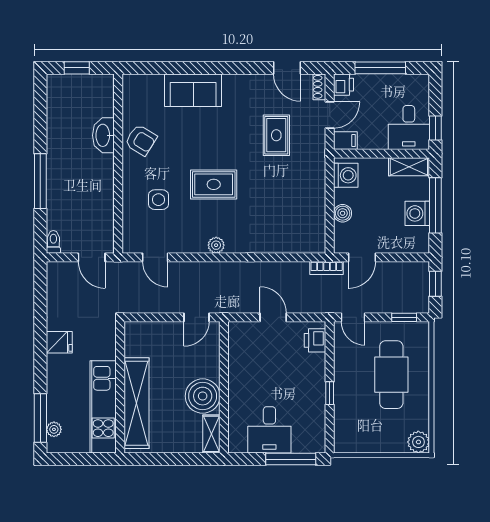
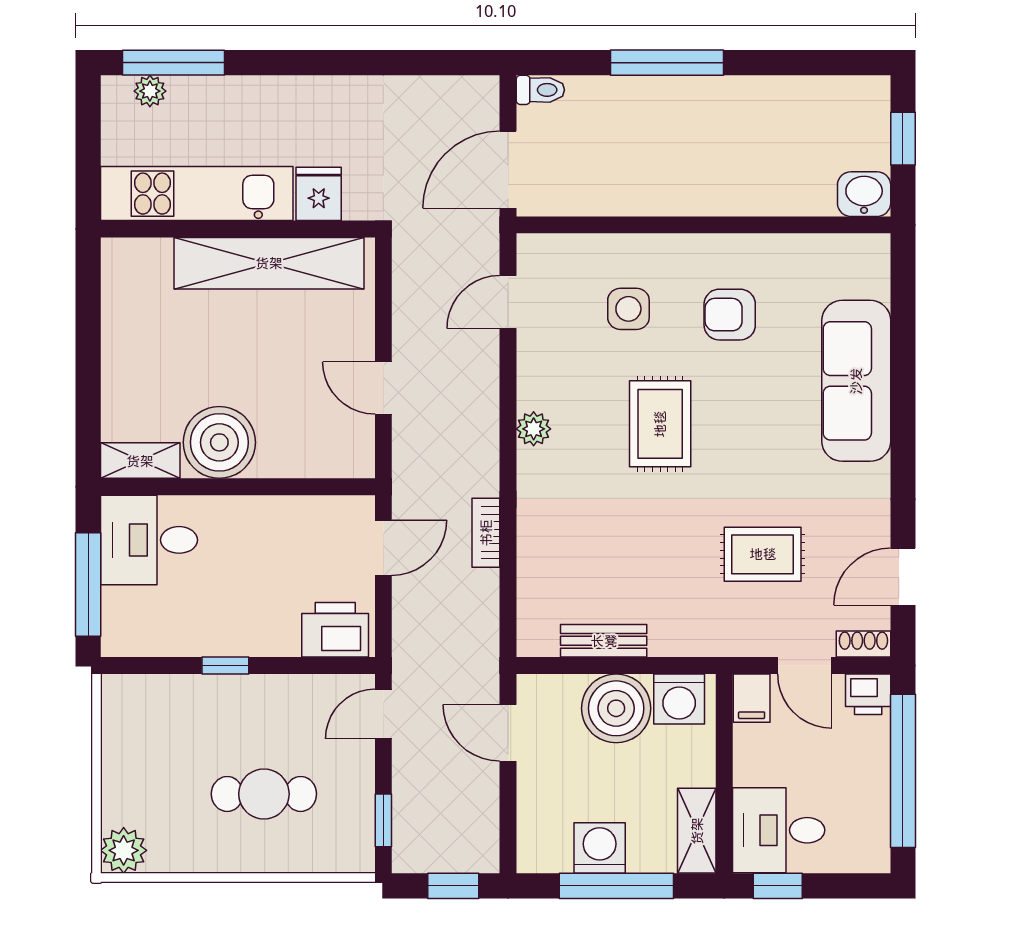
window: (380, 68) -> (903, 771), width x1.46
sofa: (193, 90) -> (856, 381), width x1.36
washbasin: (103, 135) -> (864, 194), moved, width x0.72
armchair: (141, 140) -> (730, 315), moved, turned 58
bench: (318, 212) -> (604, 641), added
boiler: (343, 213) -> (616, 708), width x1.86, depth x1.86
door: (92, 257) -> (508, 170), width x1.38
bookcase: (327, 268) -> (486, 533), moved
printer: (315, 340) -> (335, 630), width x1.36, depth x1.24
fridge: (59, 342) -> (319, 194), moved, turned 180
cafe table: (391, 375) -> (264, 794), width x0.73, depth x0.74
wall: (224, 387) -> (238, 487), moved
boiler: (203, 396) -> (219, 442), moved
shelving: (137, 403) -> (269, 263), moved
shelving: (211, 434) -> (140, 461), moved

